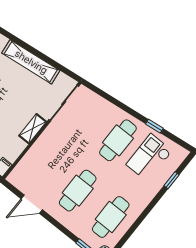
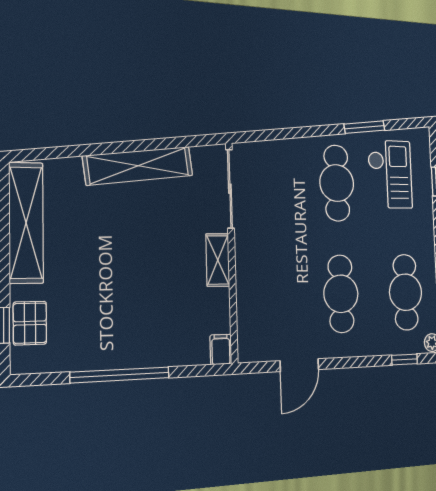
window: (154, 126) -> (364, 127), width x1.50
checkout: (149, 158) -> (390, 174), turned 180

